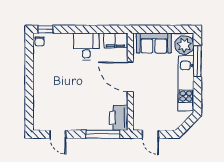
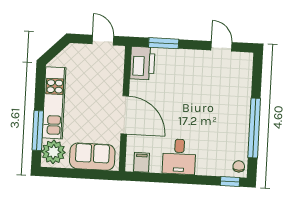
filing cabinet: (115, 41) -> (142, 162), width x0.50
window: (29, 72) -> (254, 128), added
window: (103, 134) -> (164, 43), width x0.69

